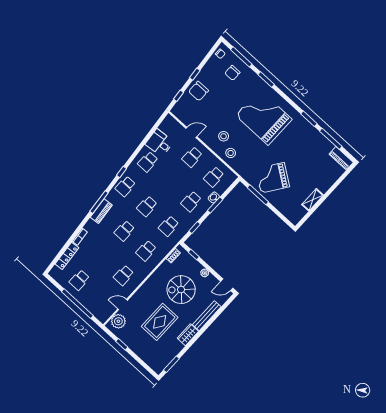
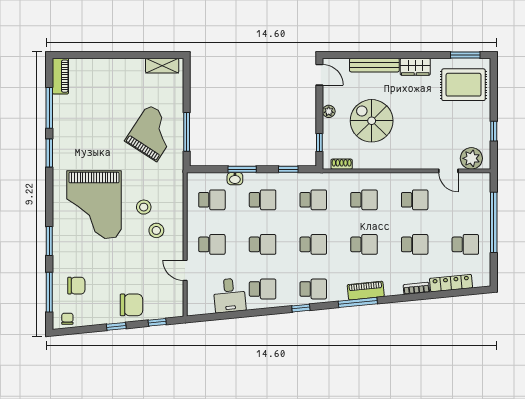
stool: (231, 153) -> (144, 207), moved
grand piano: (273, 178) -> (152, 133), turned -92
school desk: (170, 182) -> (263, 244), added
shelving: (313, 200) -> (162, 66), moved
school desk: (102, 255) -> (415, 244), added
spiral stairs: (181, 290) -> (372, 121), turned 180
rug: (160, 322) -> (463, 85), moved

